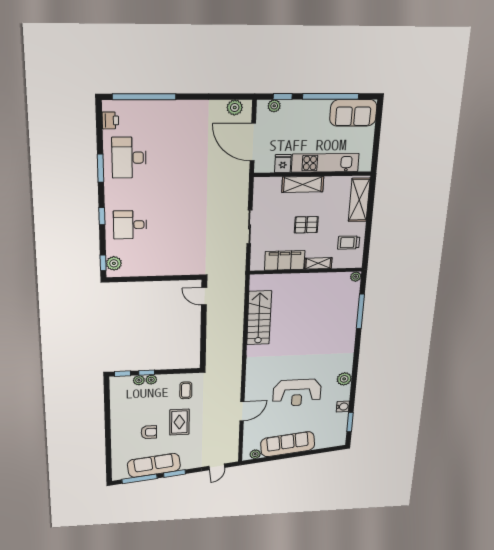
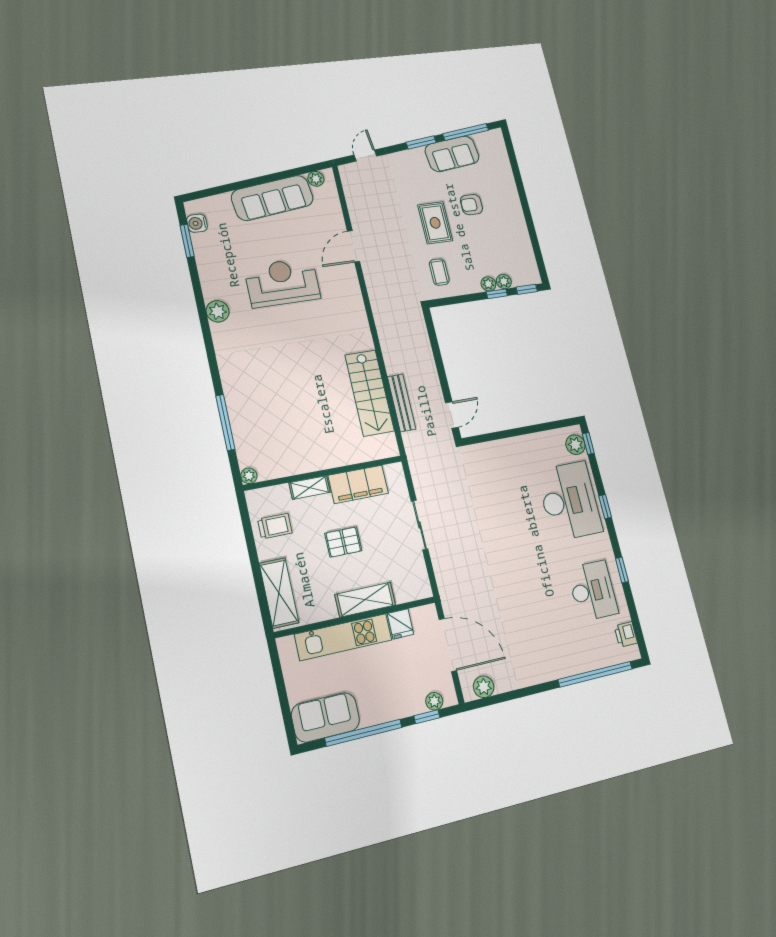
window: (100, 168) -> (622, 570), width x0.67
desk: (130, 225) -> (569, 501), width x1.87, depth x1.30
door: (204, 296) -> (452, 415), hinge flipped
bench: (238, 309) -> (401, 403), added
water cooler: (343, 407) -> (197, 223), moved
sofa: (154, 465) -> (452, 154), width x0.73

